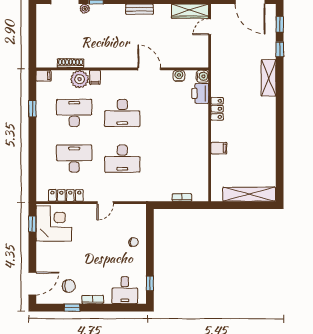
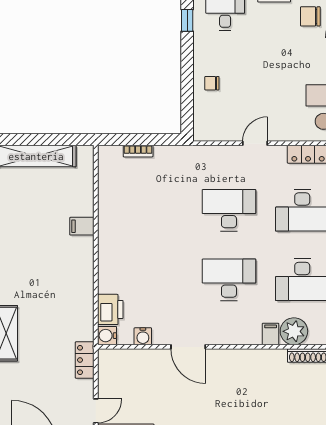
locker: (217, 109) -> (85, 360), moved

